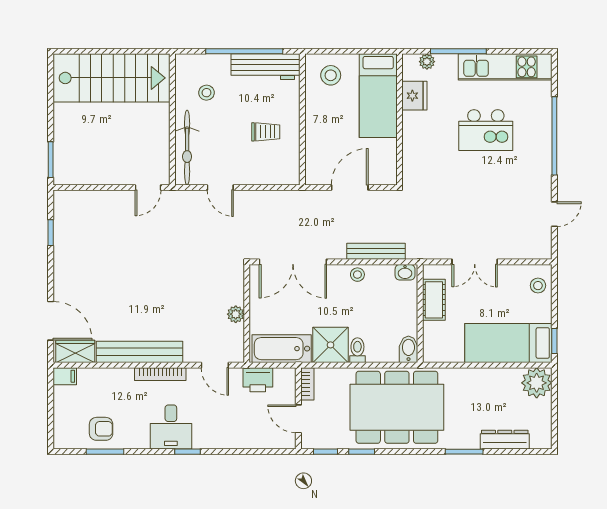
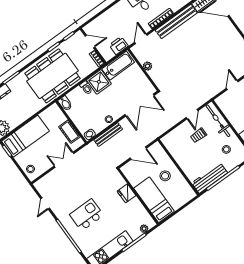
stool: (331, 75) -> (165, 176), moved
fridge: (414, 96) -> (126, 193), moved
kitchen island: (486, 130) -> (87, 215), moved
trolley: (266, 132) -> (198, 135), moved
door: (148, 188) -> (232, 85), moved
door: (220, 188) -> (192, 114), swing flipped
door: (350, 188) -> (138, 153), hinge flipped
double door: (293, 262) -> (139, 105), swing flipped
door: (215, 365) -> (141, 39), hinge flipped

